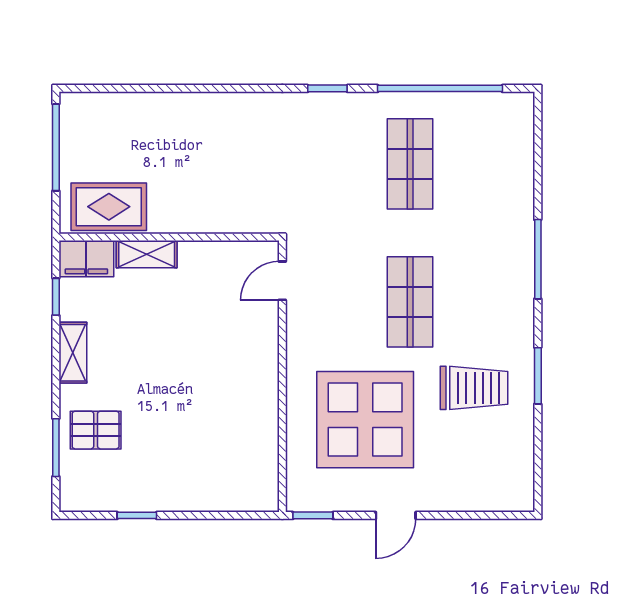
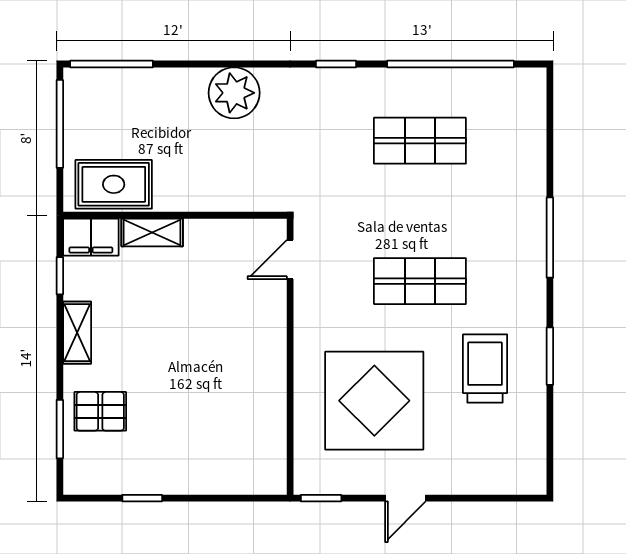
window: (107, 88) -> (112, 64), added
plant: (227, 117) -> (234, 93), added
shop shelf: (410, 164) -> (420, 141), turned 90
shop shelf: (410, 302) -> (420, 281), turned 90
trolley: (474, 388) -> (485, 368), turned -90

